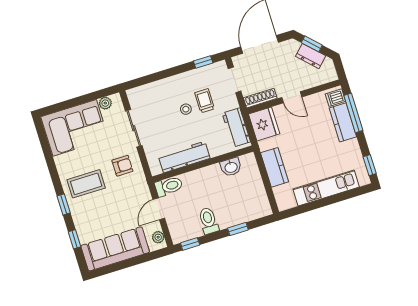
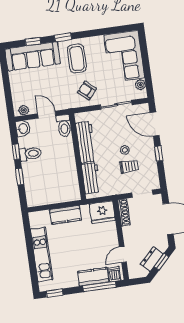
window: (203, 62) -> (159, 154), moved
door: (149, 79) -> (155, 124), added
door: (292, 97) -> (123, 254), moved
workbench: (236, 128) -> (91, 178), moved, turned 90
armchair: (122, 166) -> (87, 91), turned 131
washbasin: (231, 167) -> (23, 129), moved, turned 180
window: (190, 244) -> (16, 152), moved
sofa: (115, 249) -> (33, 56), moved, turned 90

